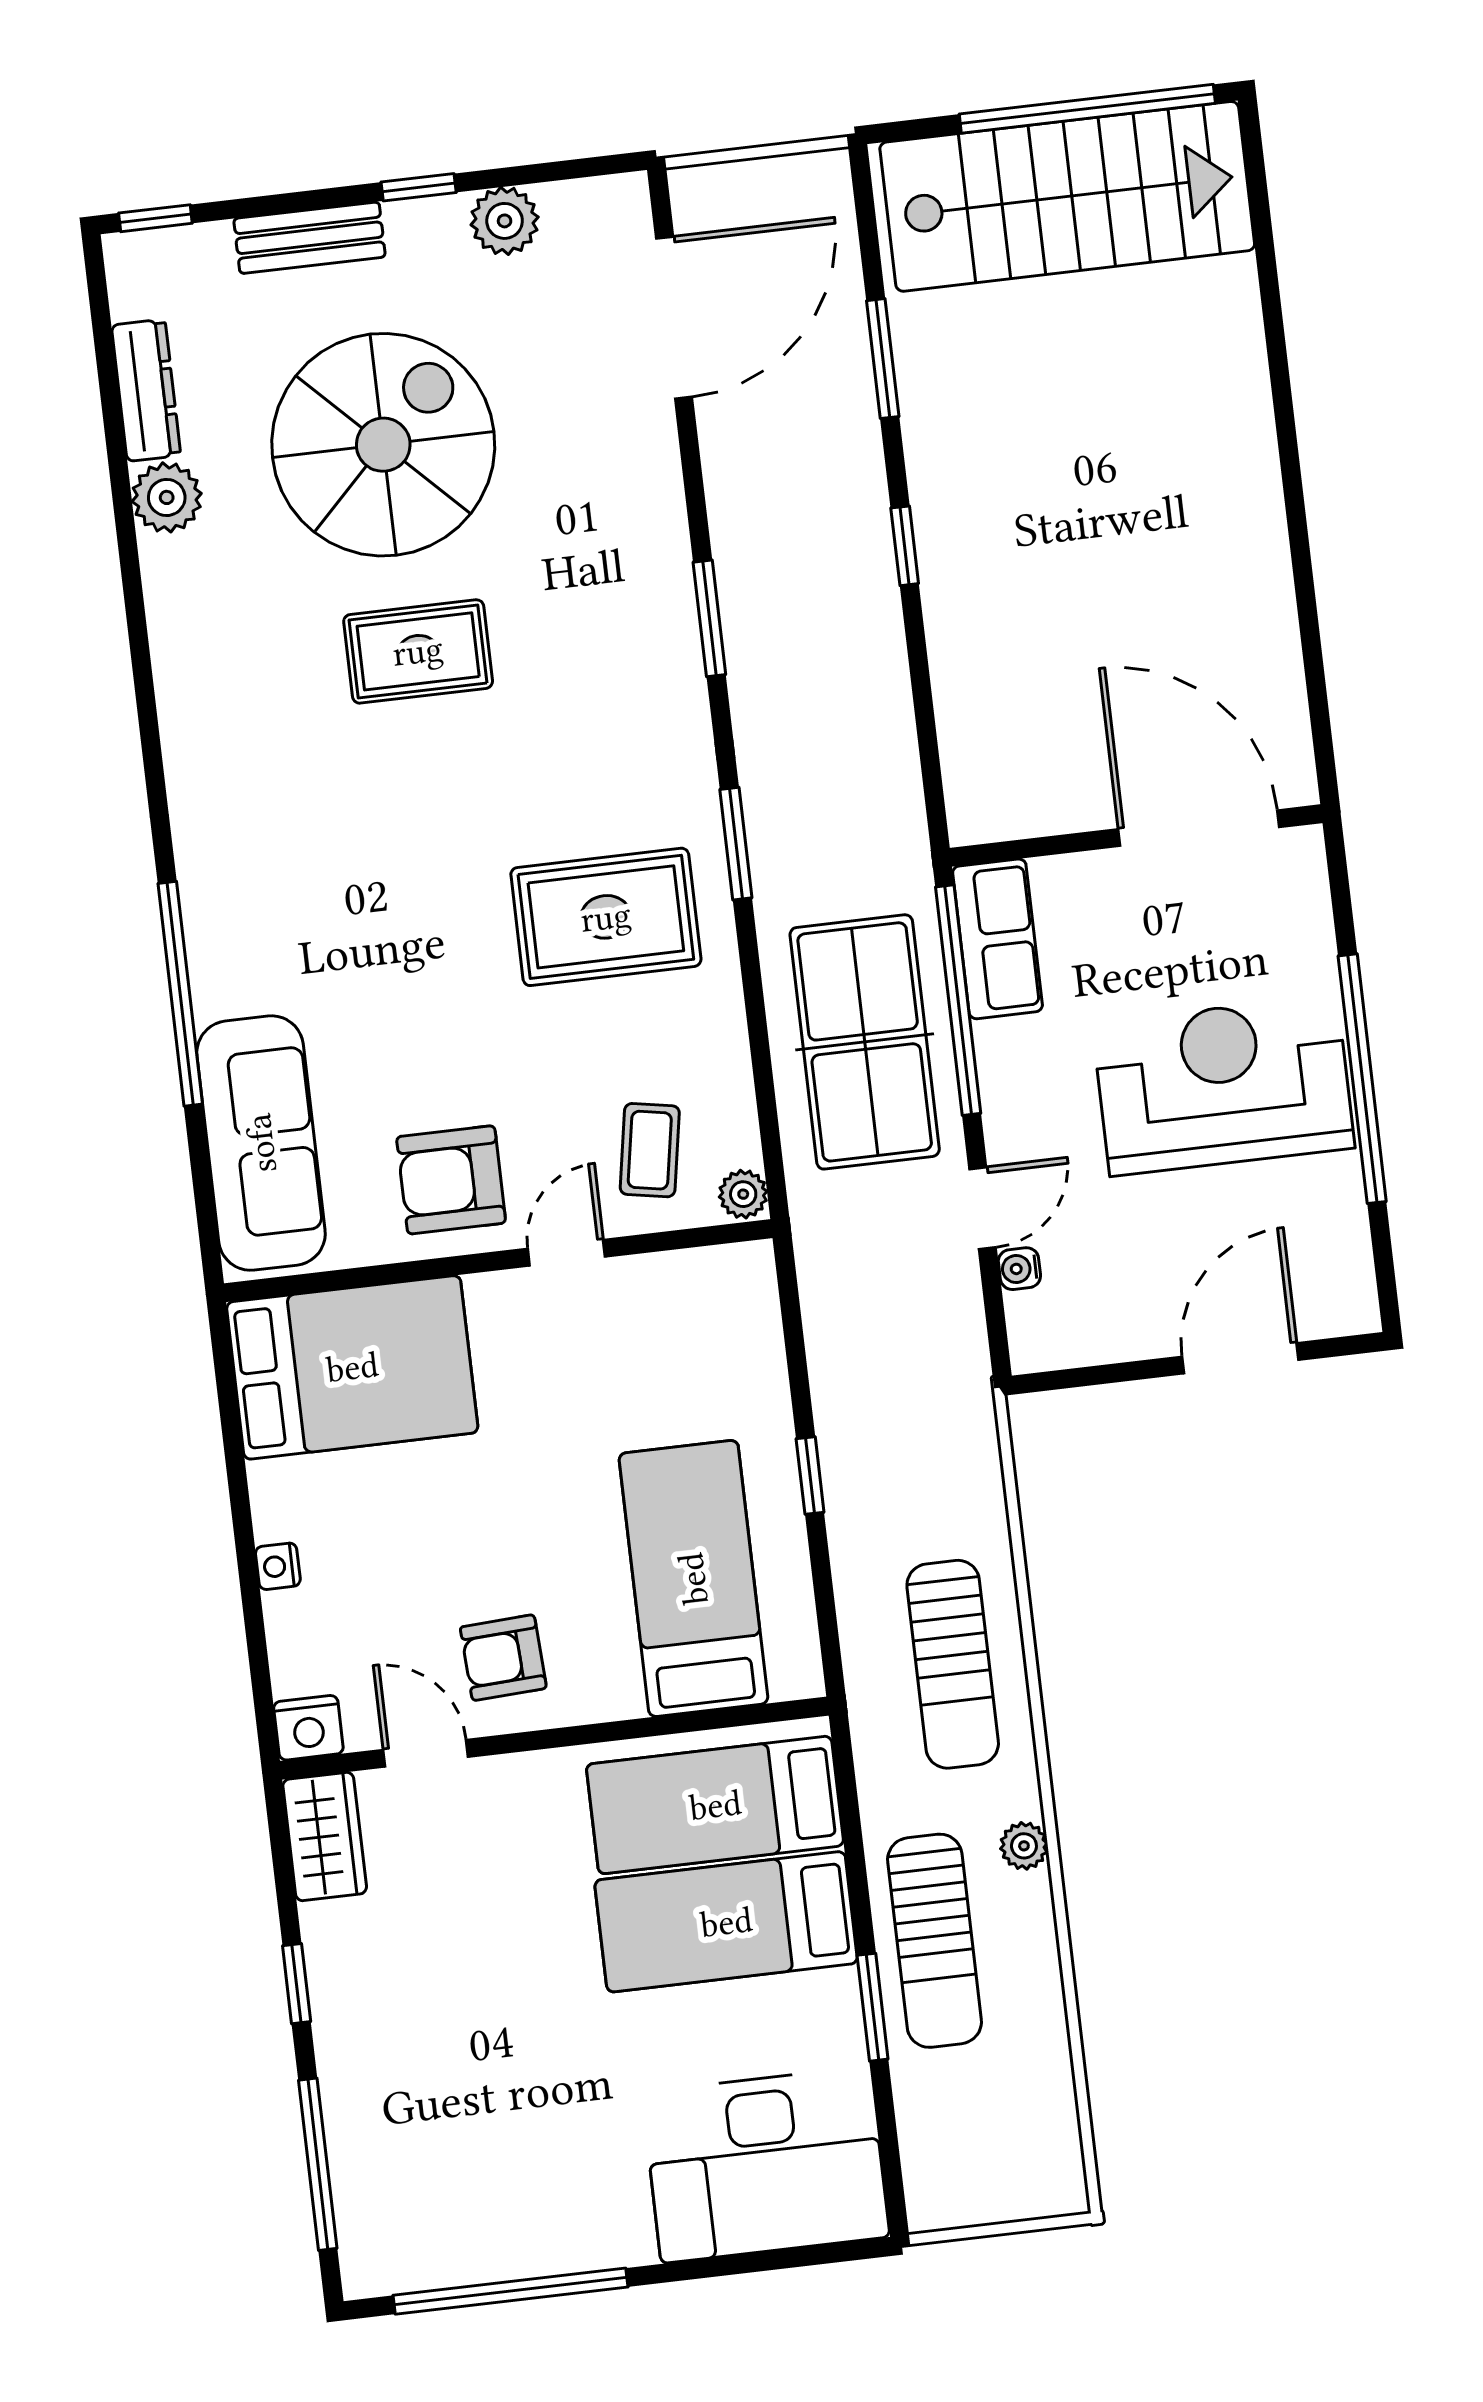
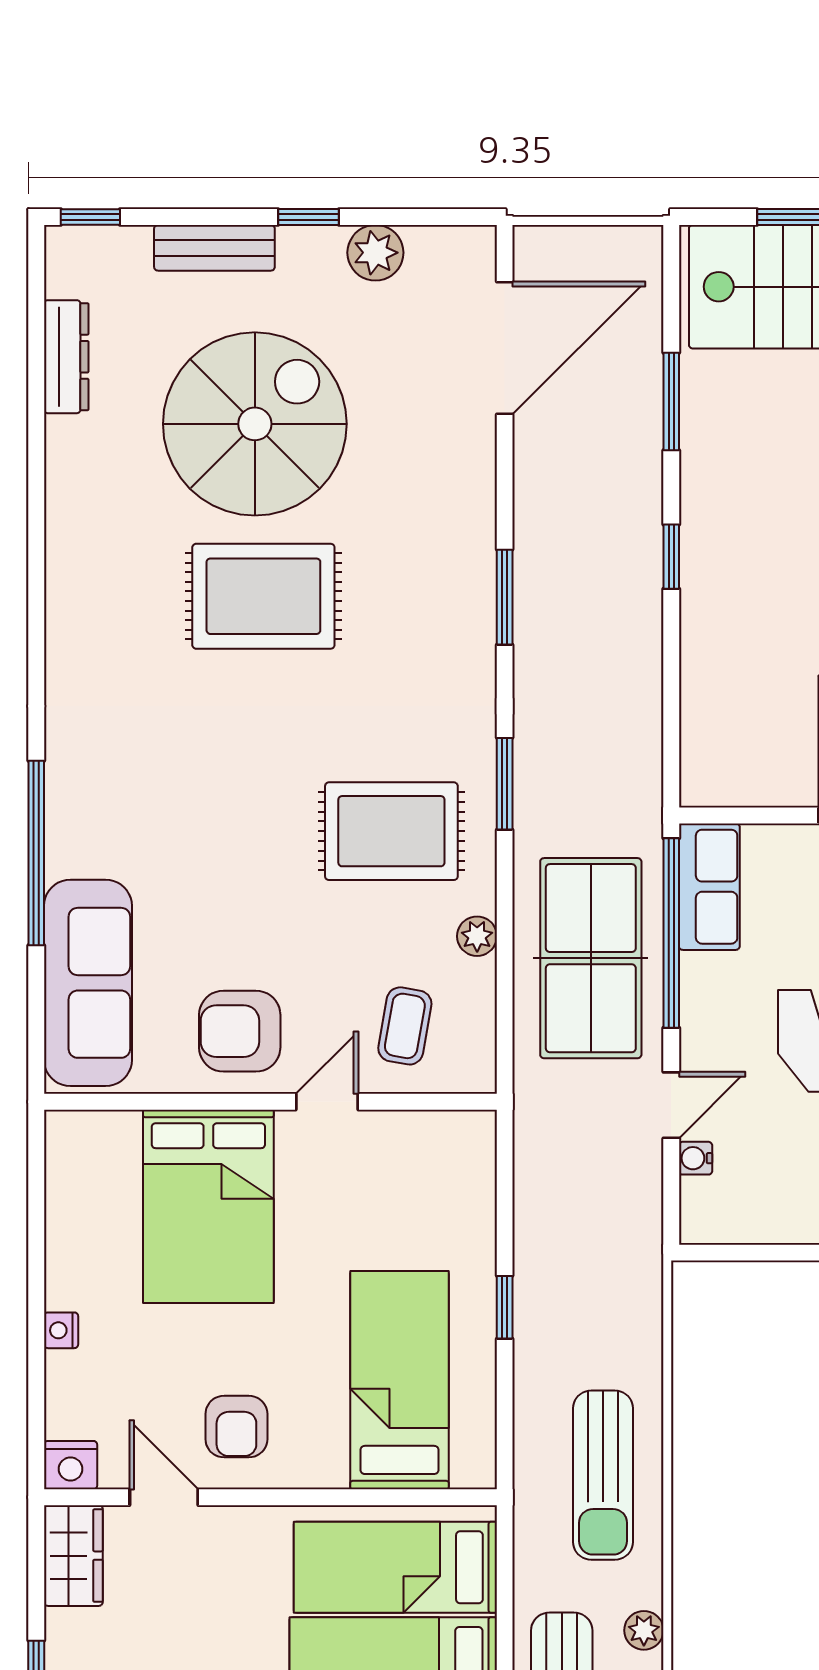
plant: (167, 497) -> (73, 446), removed
rug: (418, 651) -> (263, 596), width x1.36, depth x1.43
plant: (743, 1194) -> (477, 936), moved
bed: (352, 1367) -> (208, 1206), moved, turned 90
armchair: (503, 1658) -> (236, 1427), turned -87

